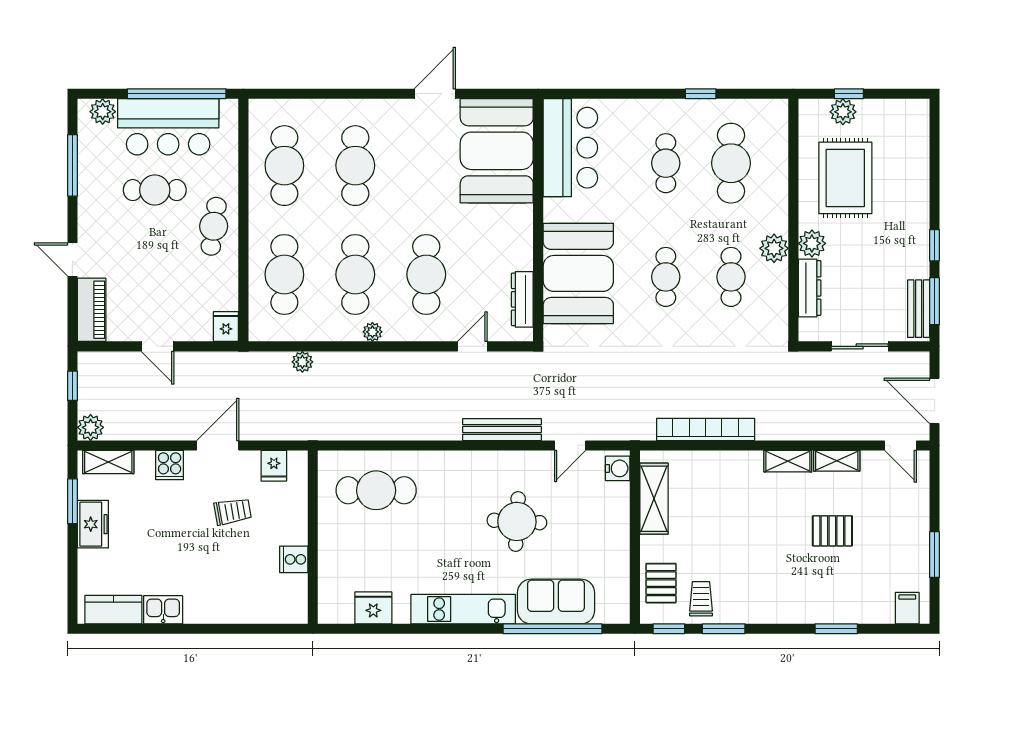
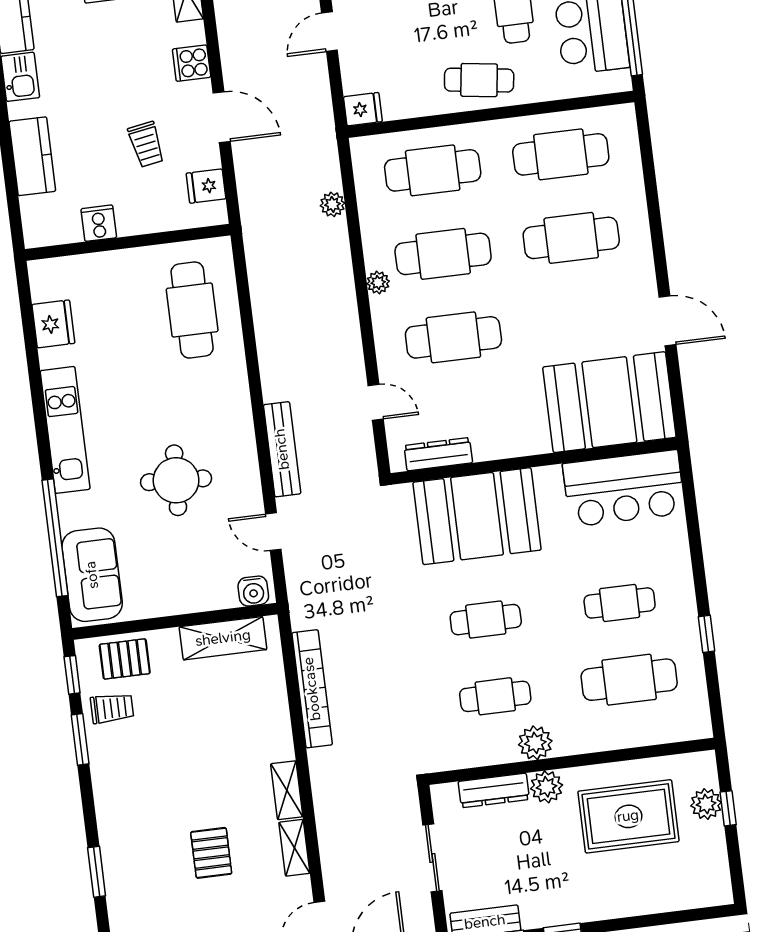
sofa: (556, 602) -> (92, 575), moved
kitchen counter: (231, 608) -> (32, 156), added

